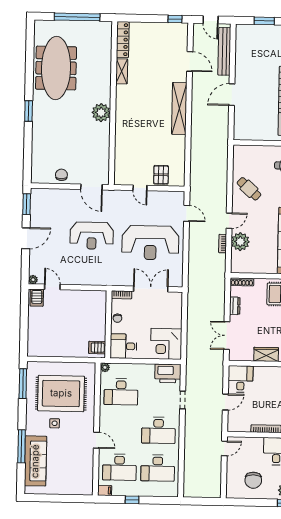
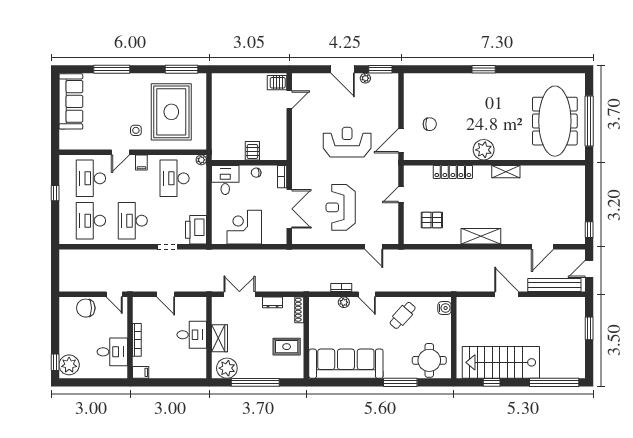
locker: (123, 40) -> (453, 172), moved
meeting table: (56, 68) -> (555, 121), moved, turned 90
shelving: (122, 71) -> (506, 172), moved
shelving: (179, 108) -> (481, 236), width x0.68
water cooler: (243, 151) -> (445, 308), added
chair: (61, 175) -> (430, 124), moved
pallet: (161, 175) -> (432, 220), moved
door: (187, 213) -> (374, 247), hinge flipped
reception desk: (92, 236) -> (347, 142), turned 90
plant: (240, 242) -> (344, 302), width x0.53, depth x0.53
reception desk: (150, 243) -> (341, 207), width x0.74, depth x0.77
plant: (33, 280) -> (365, 78), moved
corner desk: (166, 344) -> (244, 227), moved
server rack: (97, 348) -> (252, 151), moved
desk: (240, 379) -> (192, 335), moved
side table: (55, 423) -> (136, 130), moved
sofa: (35, 461) -> (71, 101), moved, turned -90
chair: (253, 480) -> (86, 308), moved
filing cabinet: (105, 490) -> (141, 162), moved

